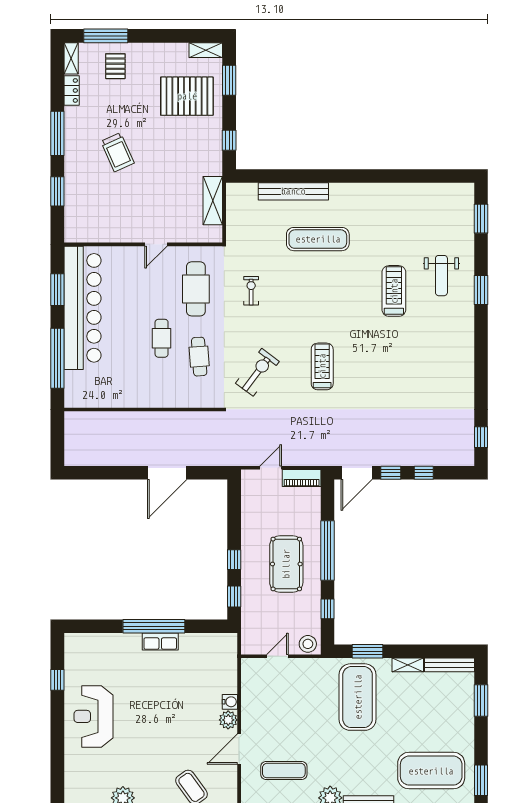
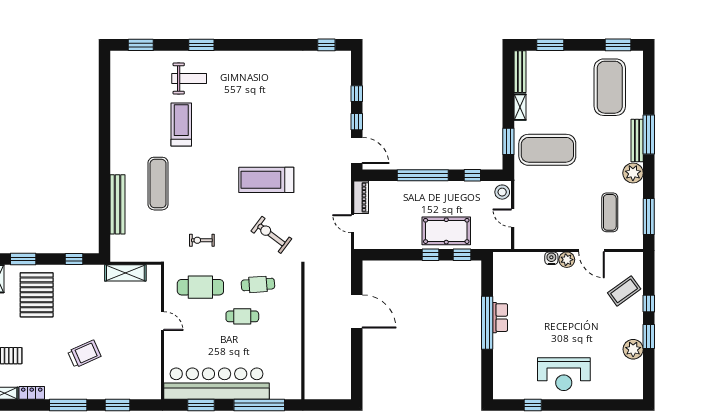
treadmill: (394, 291) -> (181, 124), moved, turned 90
treadmill: (322, 366) -> (266, 180), width x1.37, depth x1.38
pool table: (286, 564) -> (446, 231), moved

